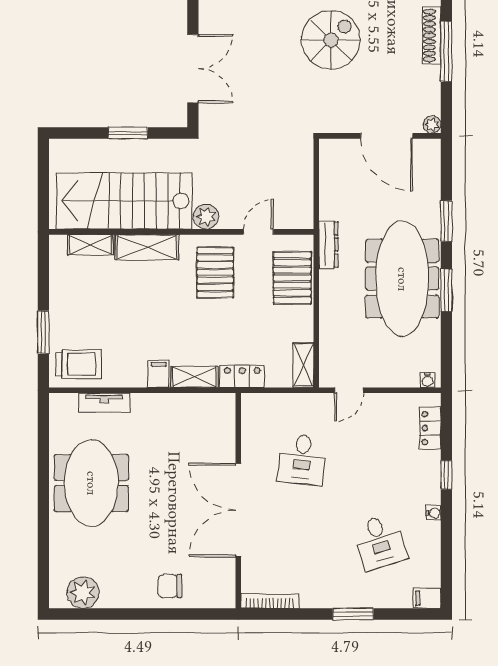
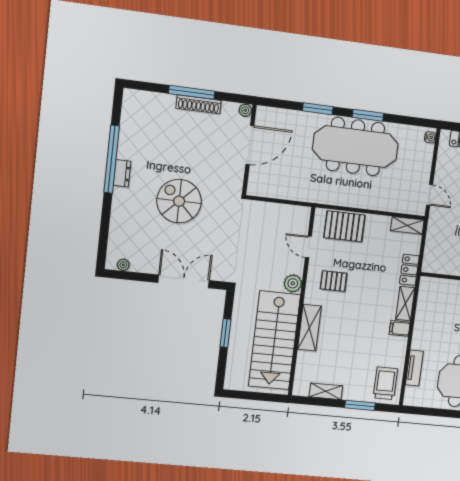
shoe rack: (432, 36) -> (199, 104), moved
spiral stairs: (331, 40) -> (179, 201), moved
shelving: (90, 245) -> (326, 391), moved, turned 90
dresser: (328, 245) -> (324, 197), removed
pallet: (215, 272) -> (334, 281), width x0.67, depth x0.71

